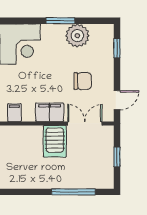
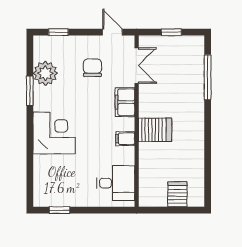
double door: (85, 123) -> (137, 66), swing flipped
server rack: (55, 141) -> (155, 130), moved

